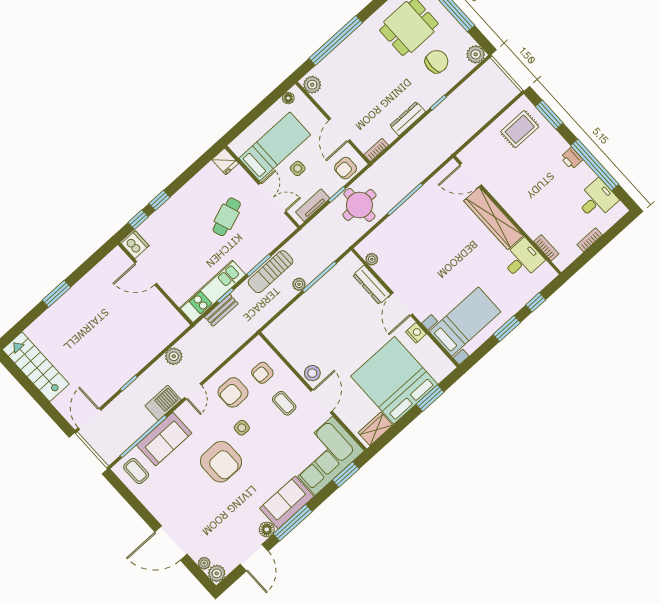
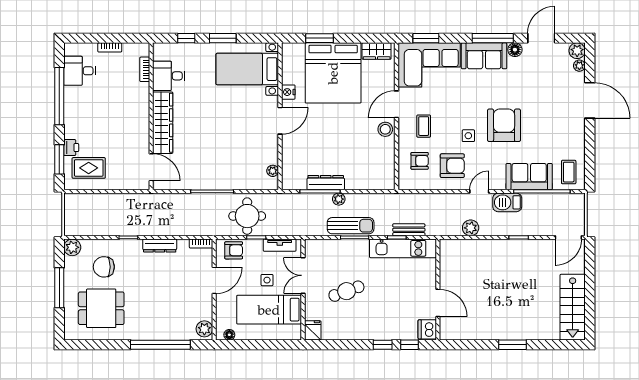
printer: (572, 158) -> (71, 148), moved
dresser: (372, 285) -> (326, 183), moved, turned -90

